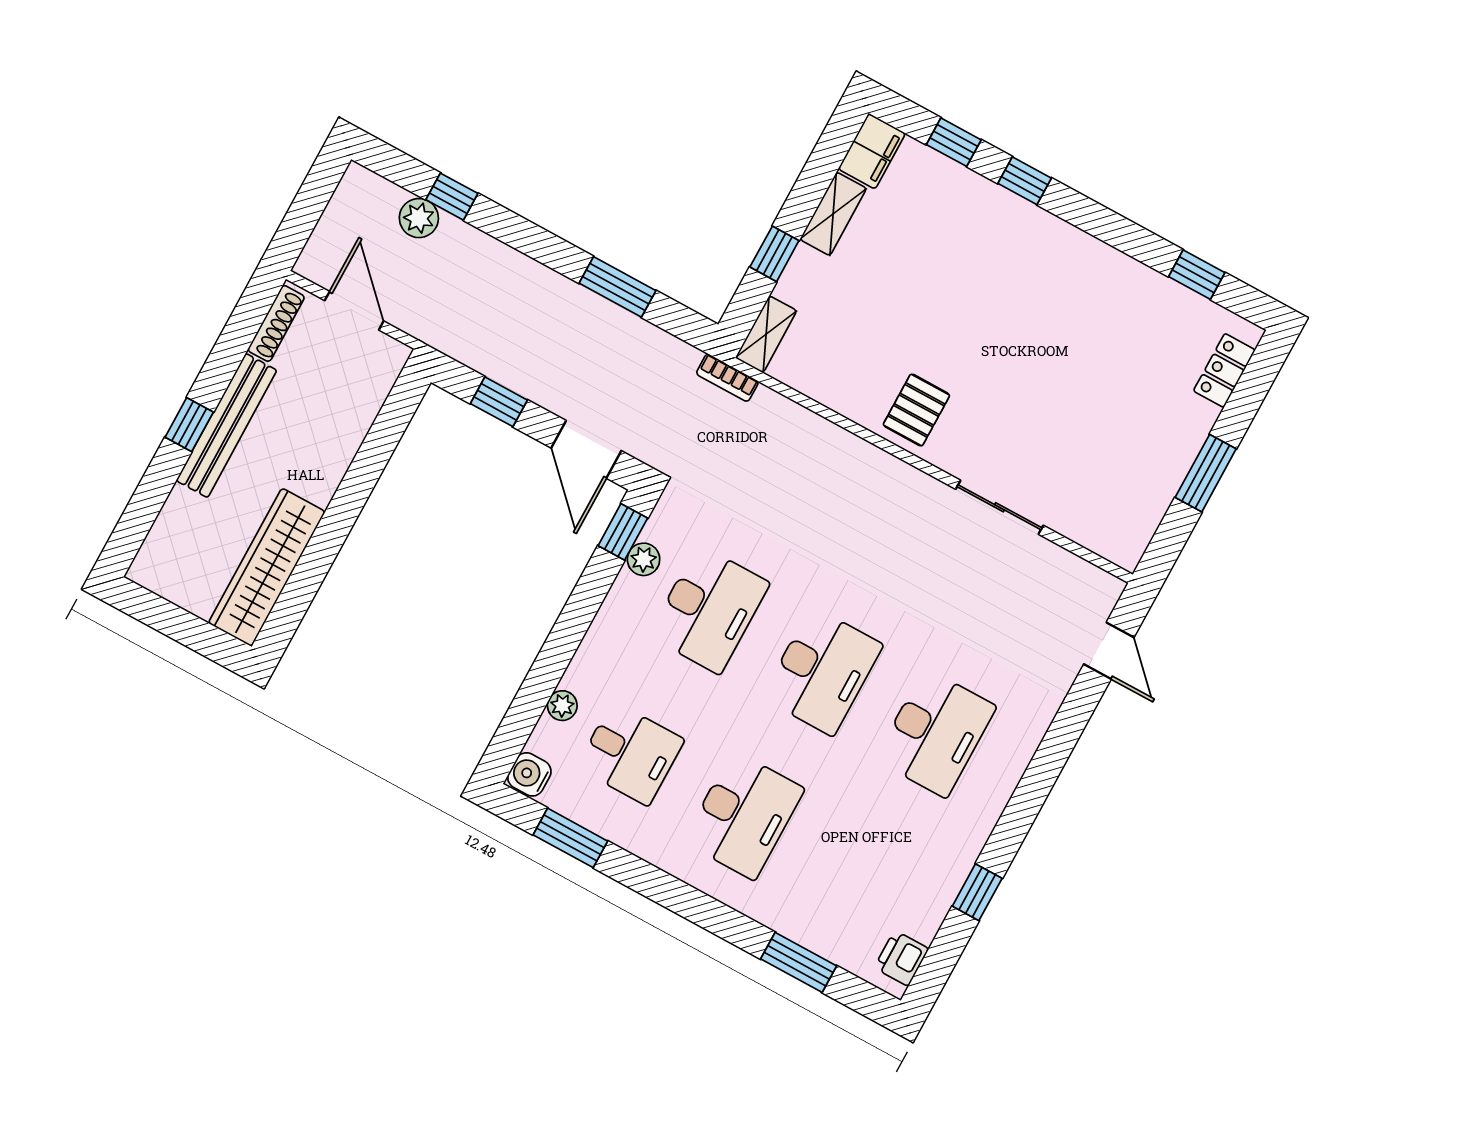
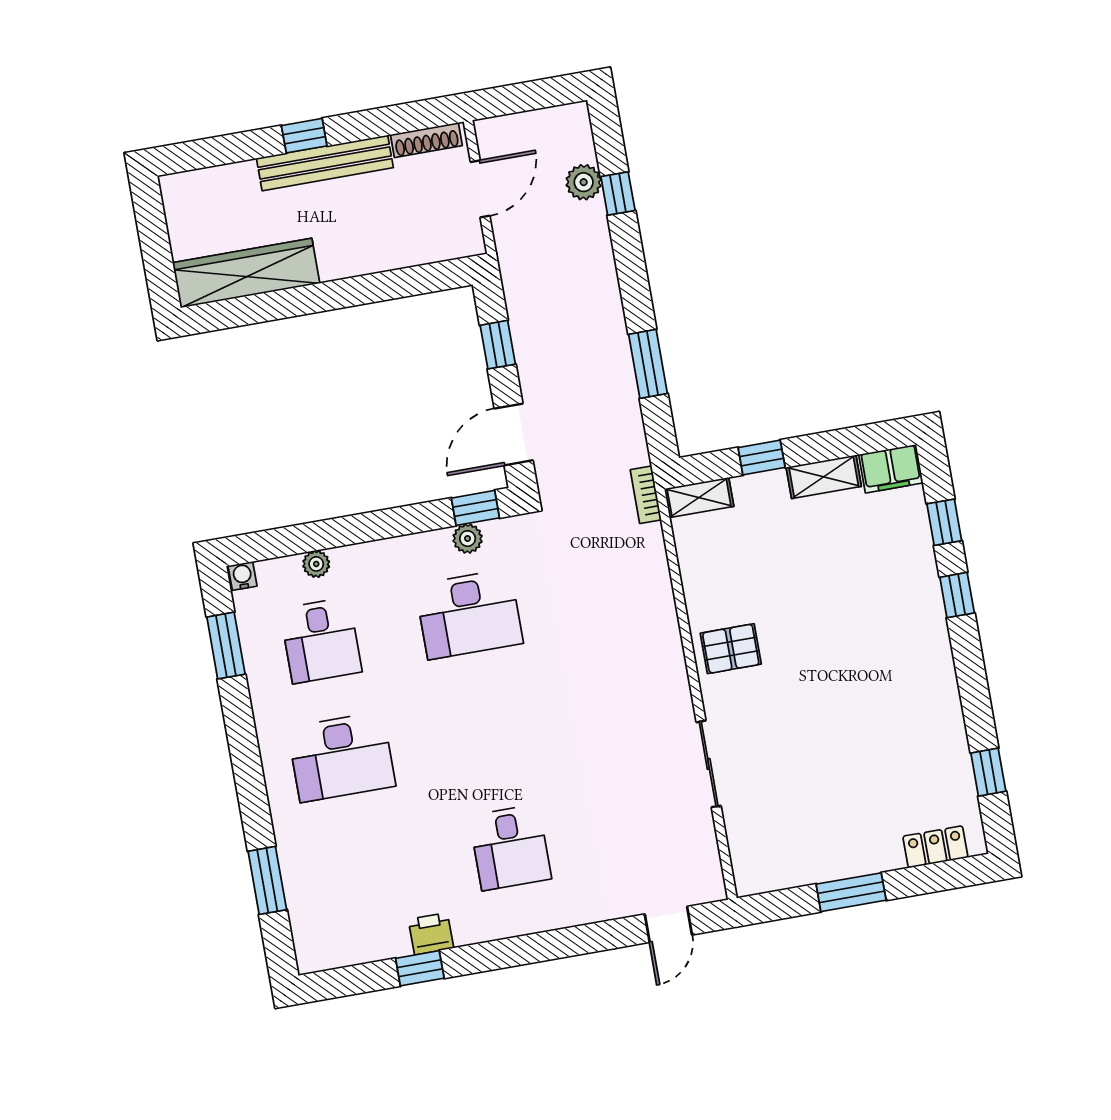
desk: (822, 671) -> (490, 731), removed
desk: (936, 733) -> (510, 847), width x0.73
water cooler: (529, 774) -> (242, 576), width x0.72, depth x0.72
printer: (901, 958) -> (431, 934), moved

